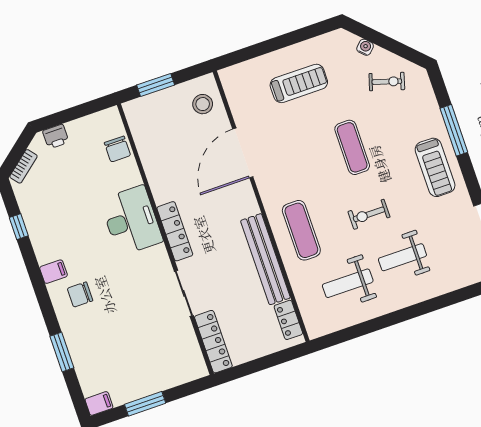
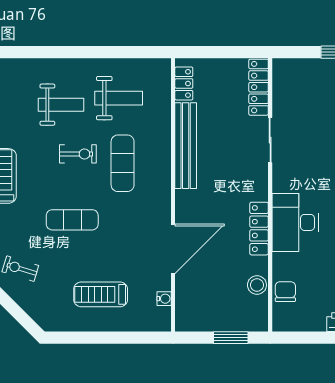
water cooler: (365, 47) -> (164, 299), moved, turned -135
stool: (203, 104) -> (257, 285), moved
exercise mat: (352, 147) -> (72, 220), turned 90
exercise mat: (301, 230) -> (123, 163), moved
locker: (175, 231) -> (259, 229), moved

